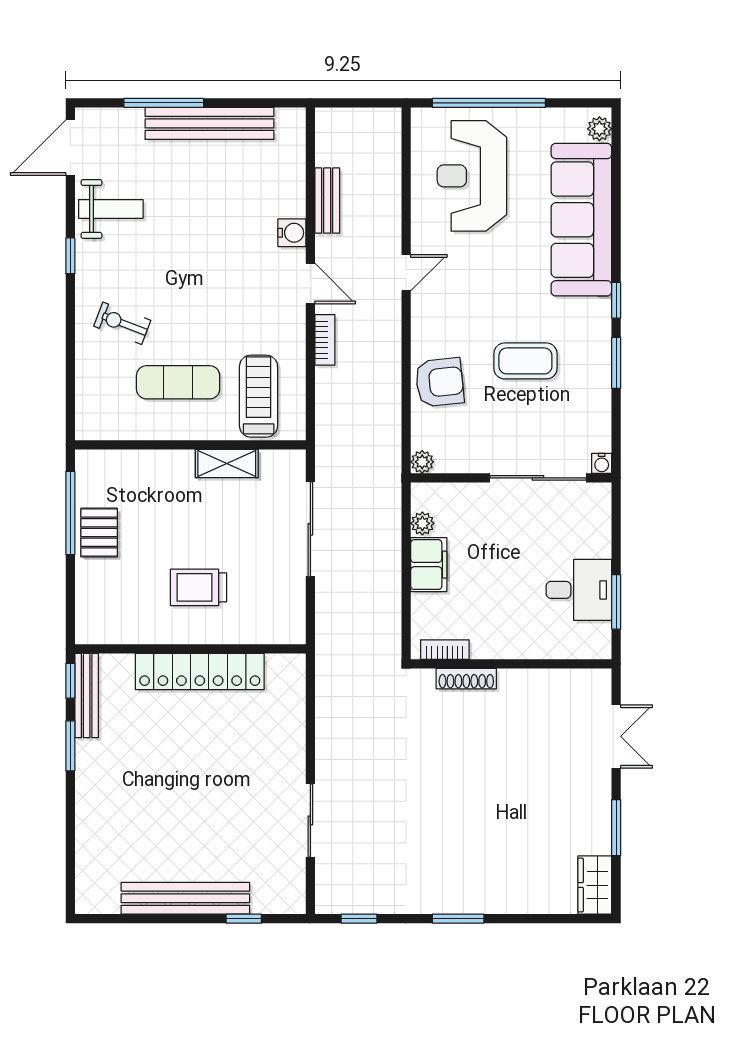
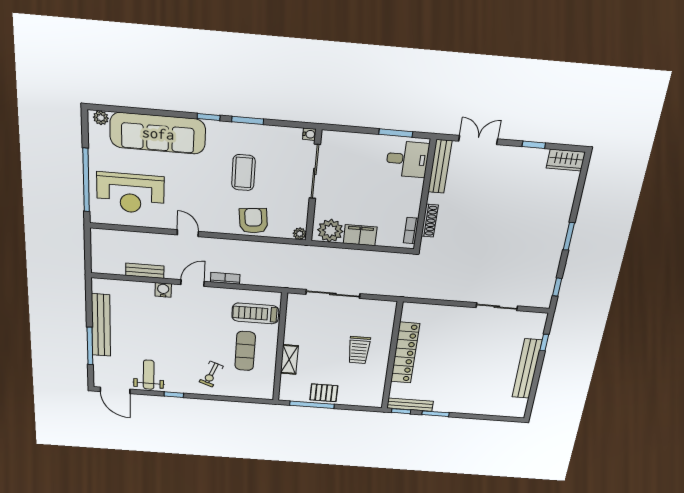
shelving: (227, 463) -> (289, 359), moved
plant: (422, 523) -> (330, 231), width x1.88, depth x1.88
desk: (579, 590) -> (407, 159), moved, turned 90
bench: (565, 681) -> (440, 166), added
window: (616, 828) -> (534, 145), width x0.67

